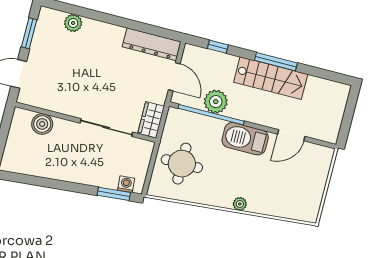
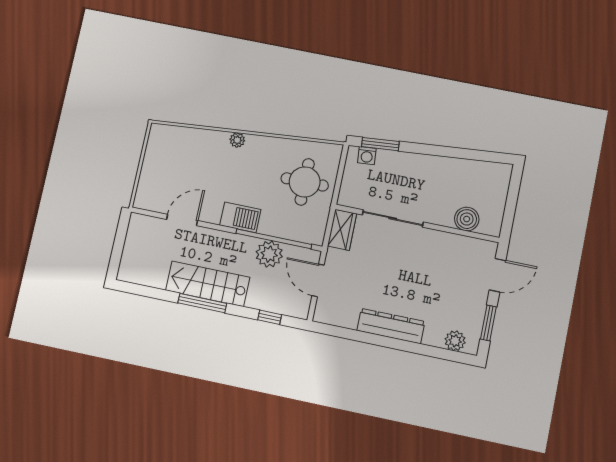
plant: (73, 23) -> (455, 341), moved
dresser: (152, 44) -> (391, 326), moved
barbecue: (245, 139) -> (240, 217), width x0.73, depth x0.83

